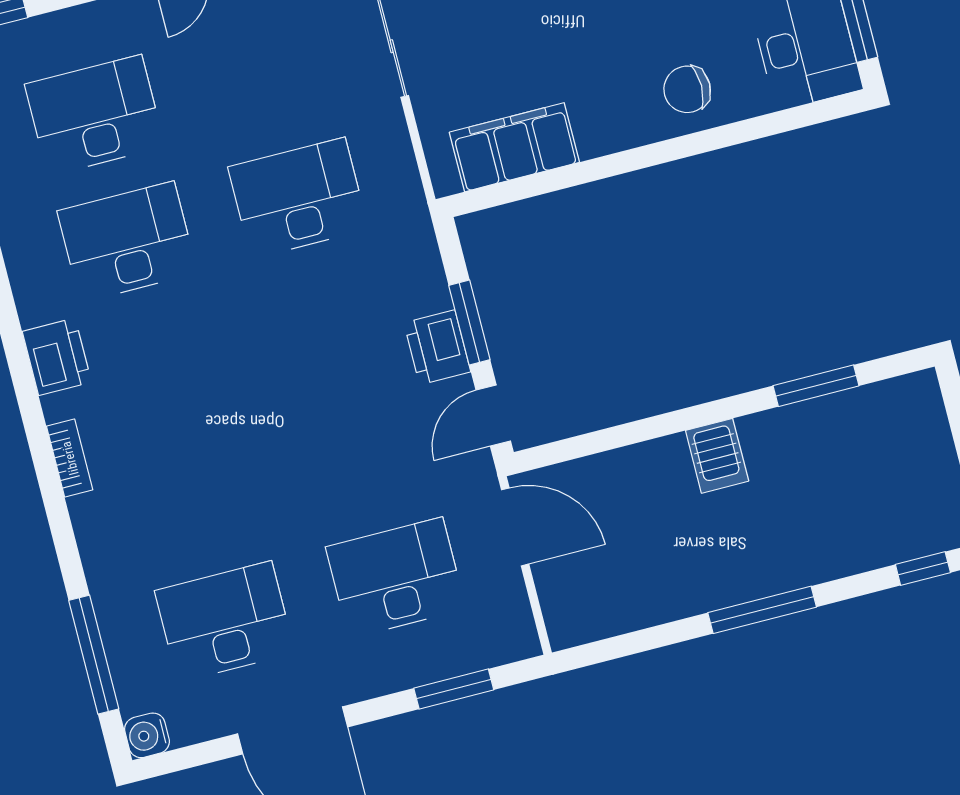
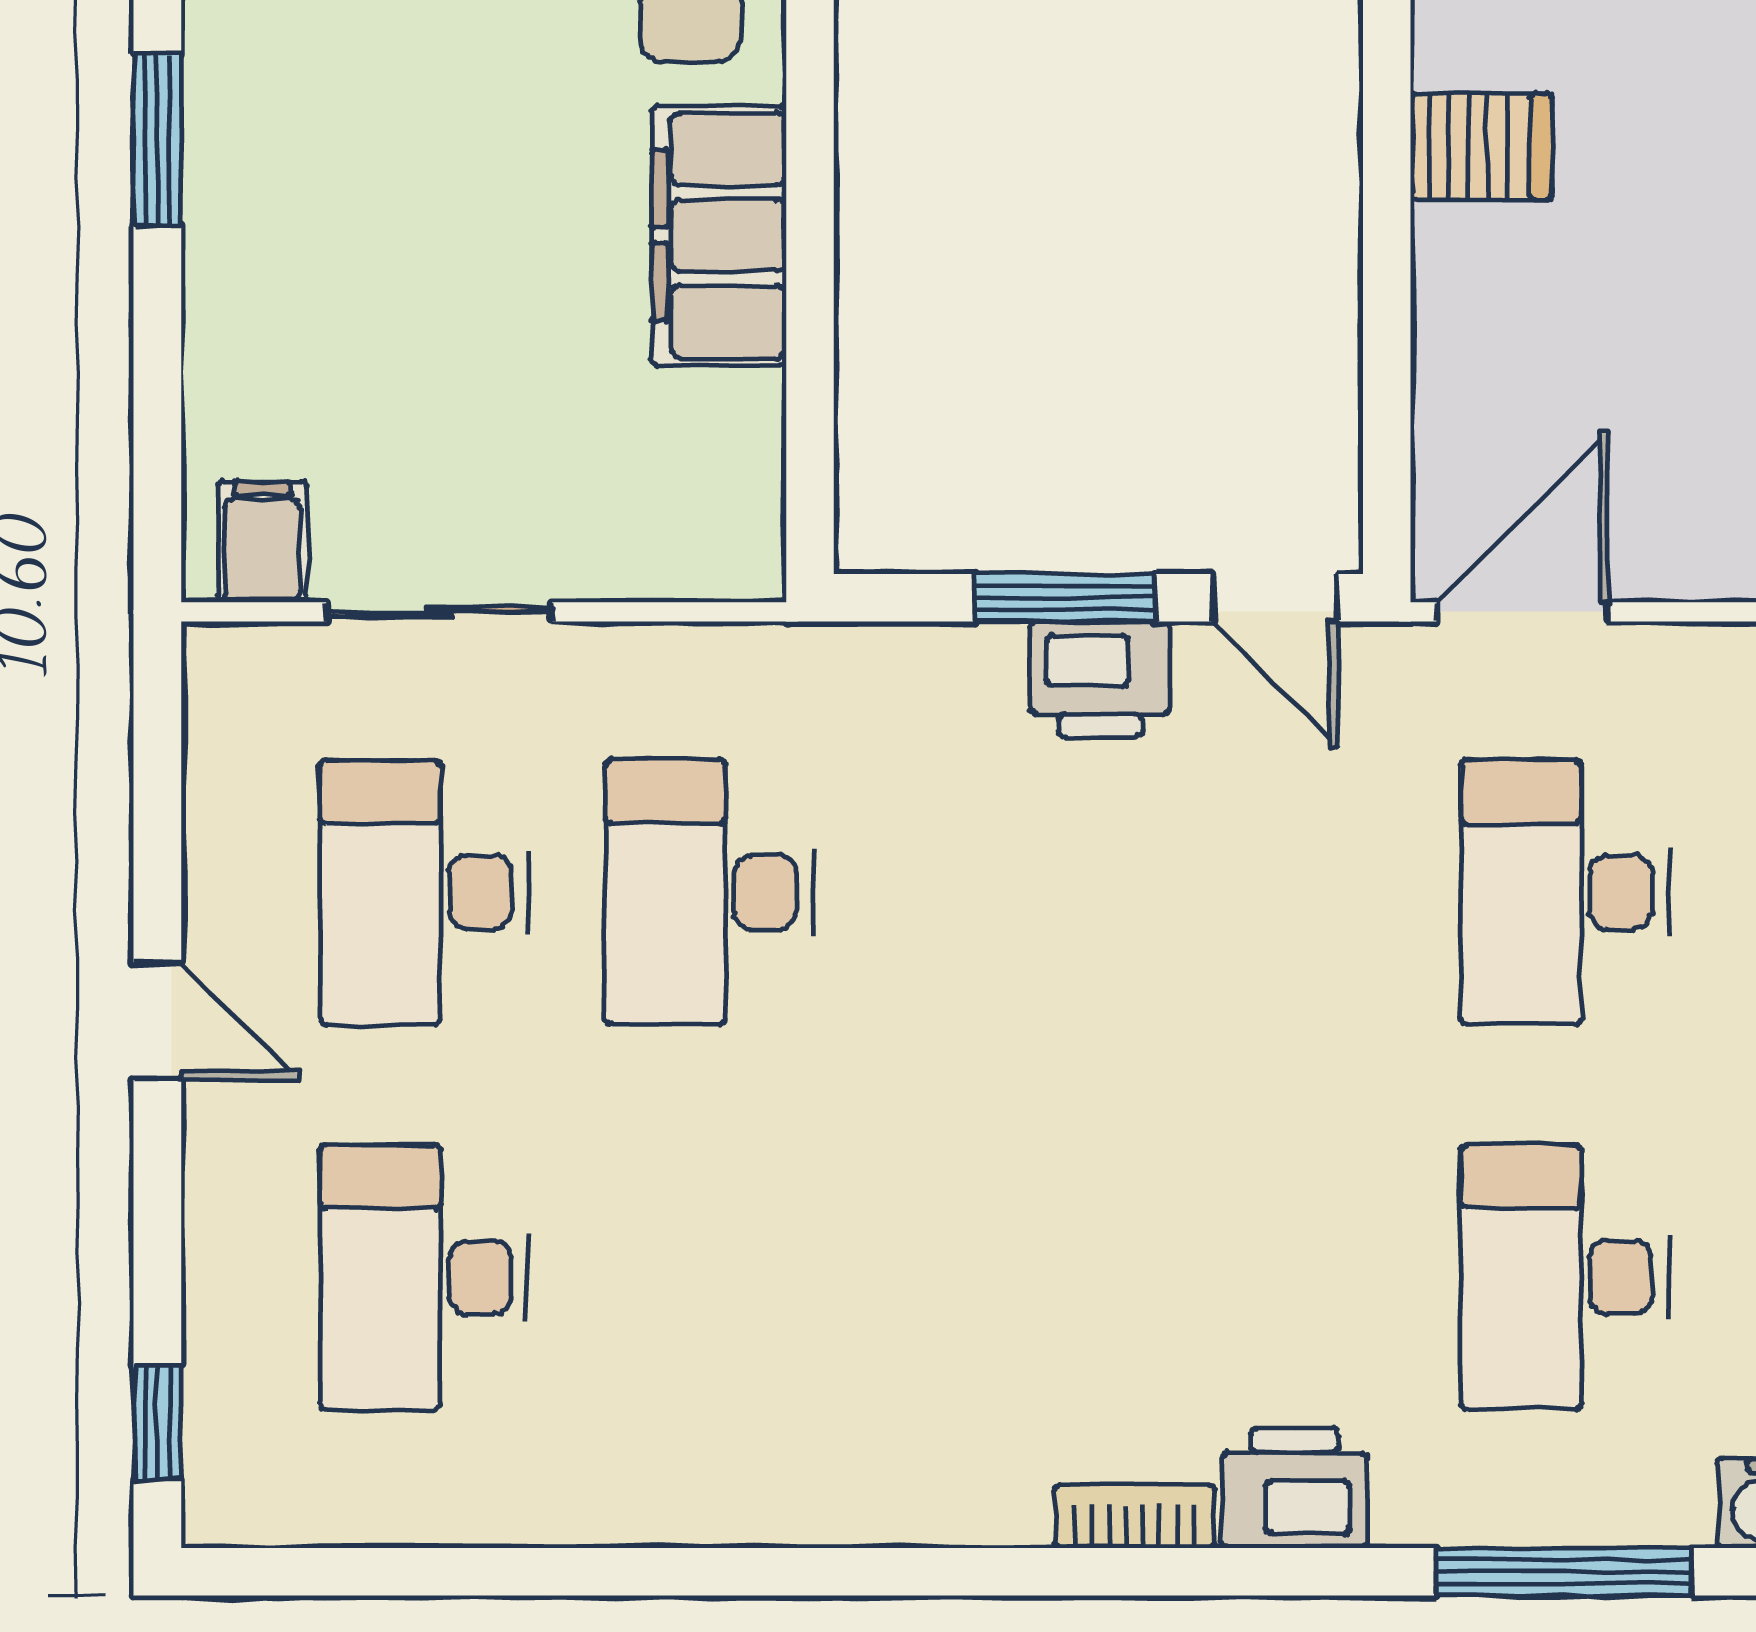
filing cabinet: (514, 147) -> (719, 235), moved
desk: (127, 242) -> (424, 892), moved
printer: (57, 357) -> (1294, 1488), moved

